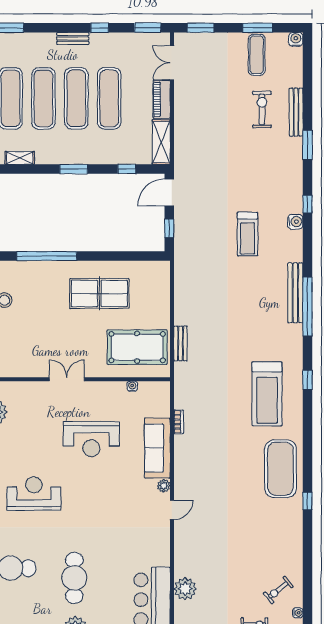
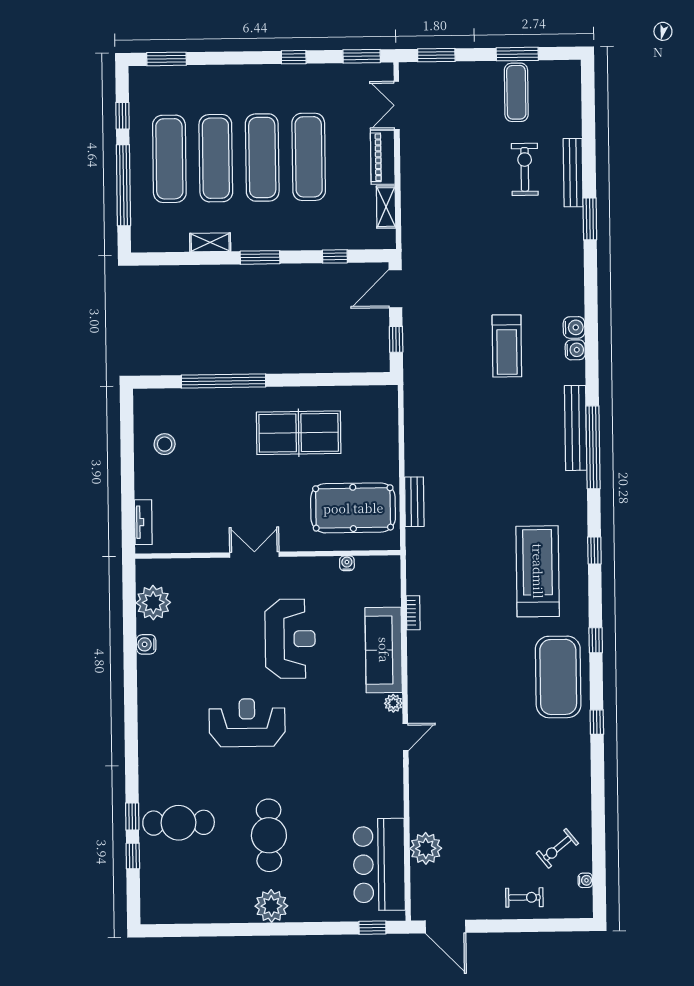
bench: (73, 38) -> (256, 73), removed
water cooler: (296, 39) -> (575, 350), moved, turned 90
shelving: (161, 142) -> (386, 207), width x0.67, depth x0.75
shelving: (20, 158) -> (210, 242), moved
window: (307, 204) -> (596, 640), moved
treadmill: (267, 394) -> (538, 571), turned 180
reception desk: (91, 439) -> (290, 639), turned -90
reception desk: (34, 494) -> (247, 723), moved

